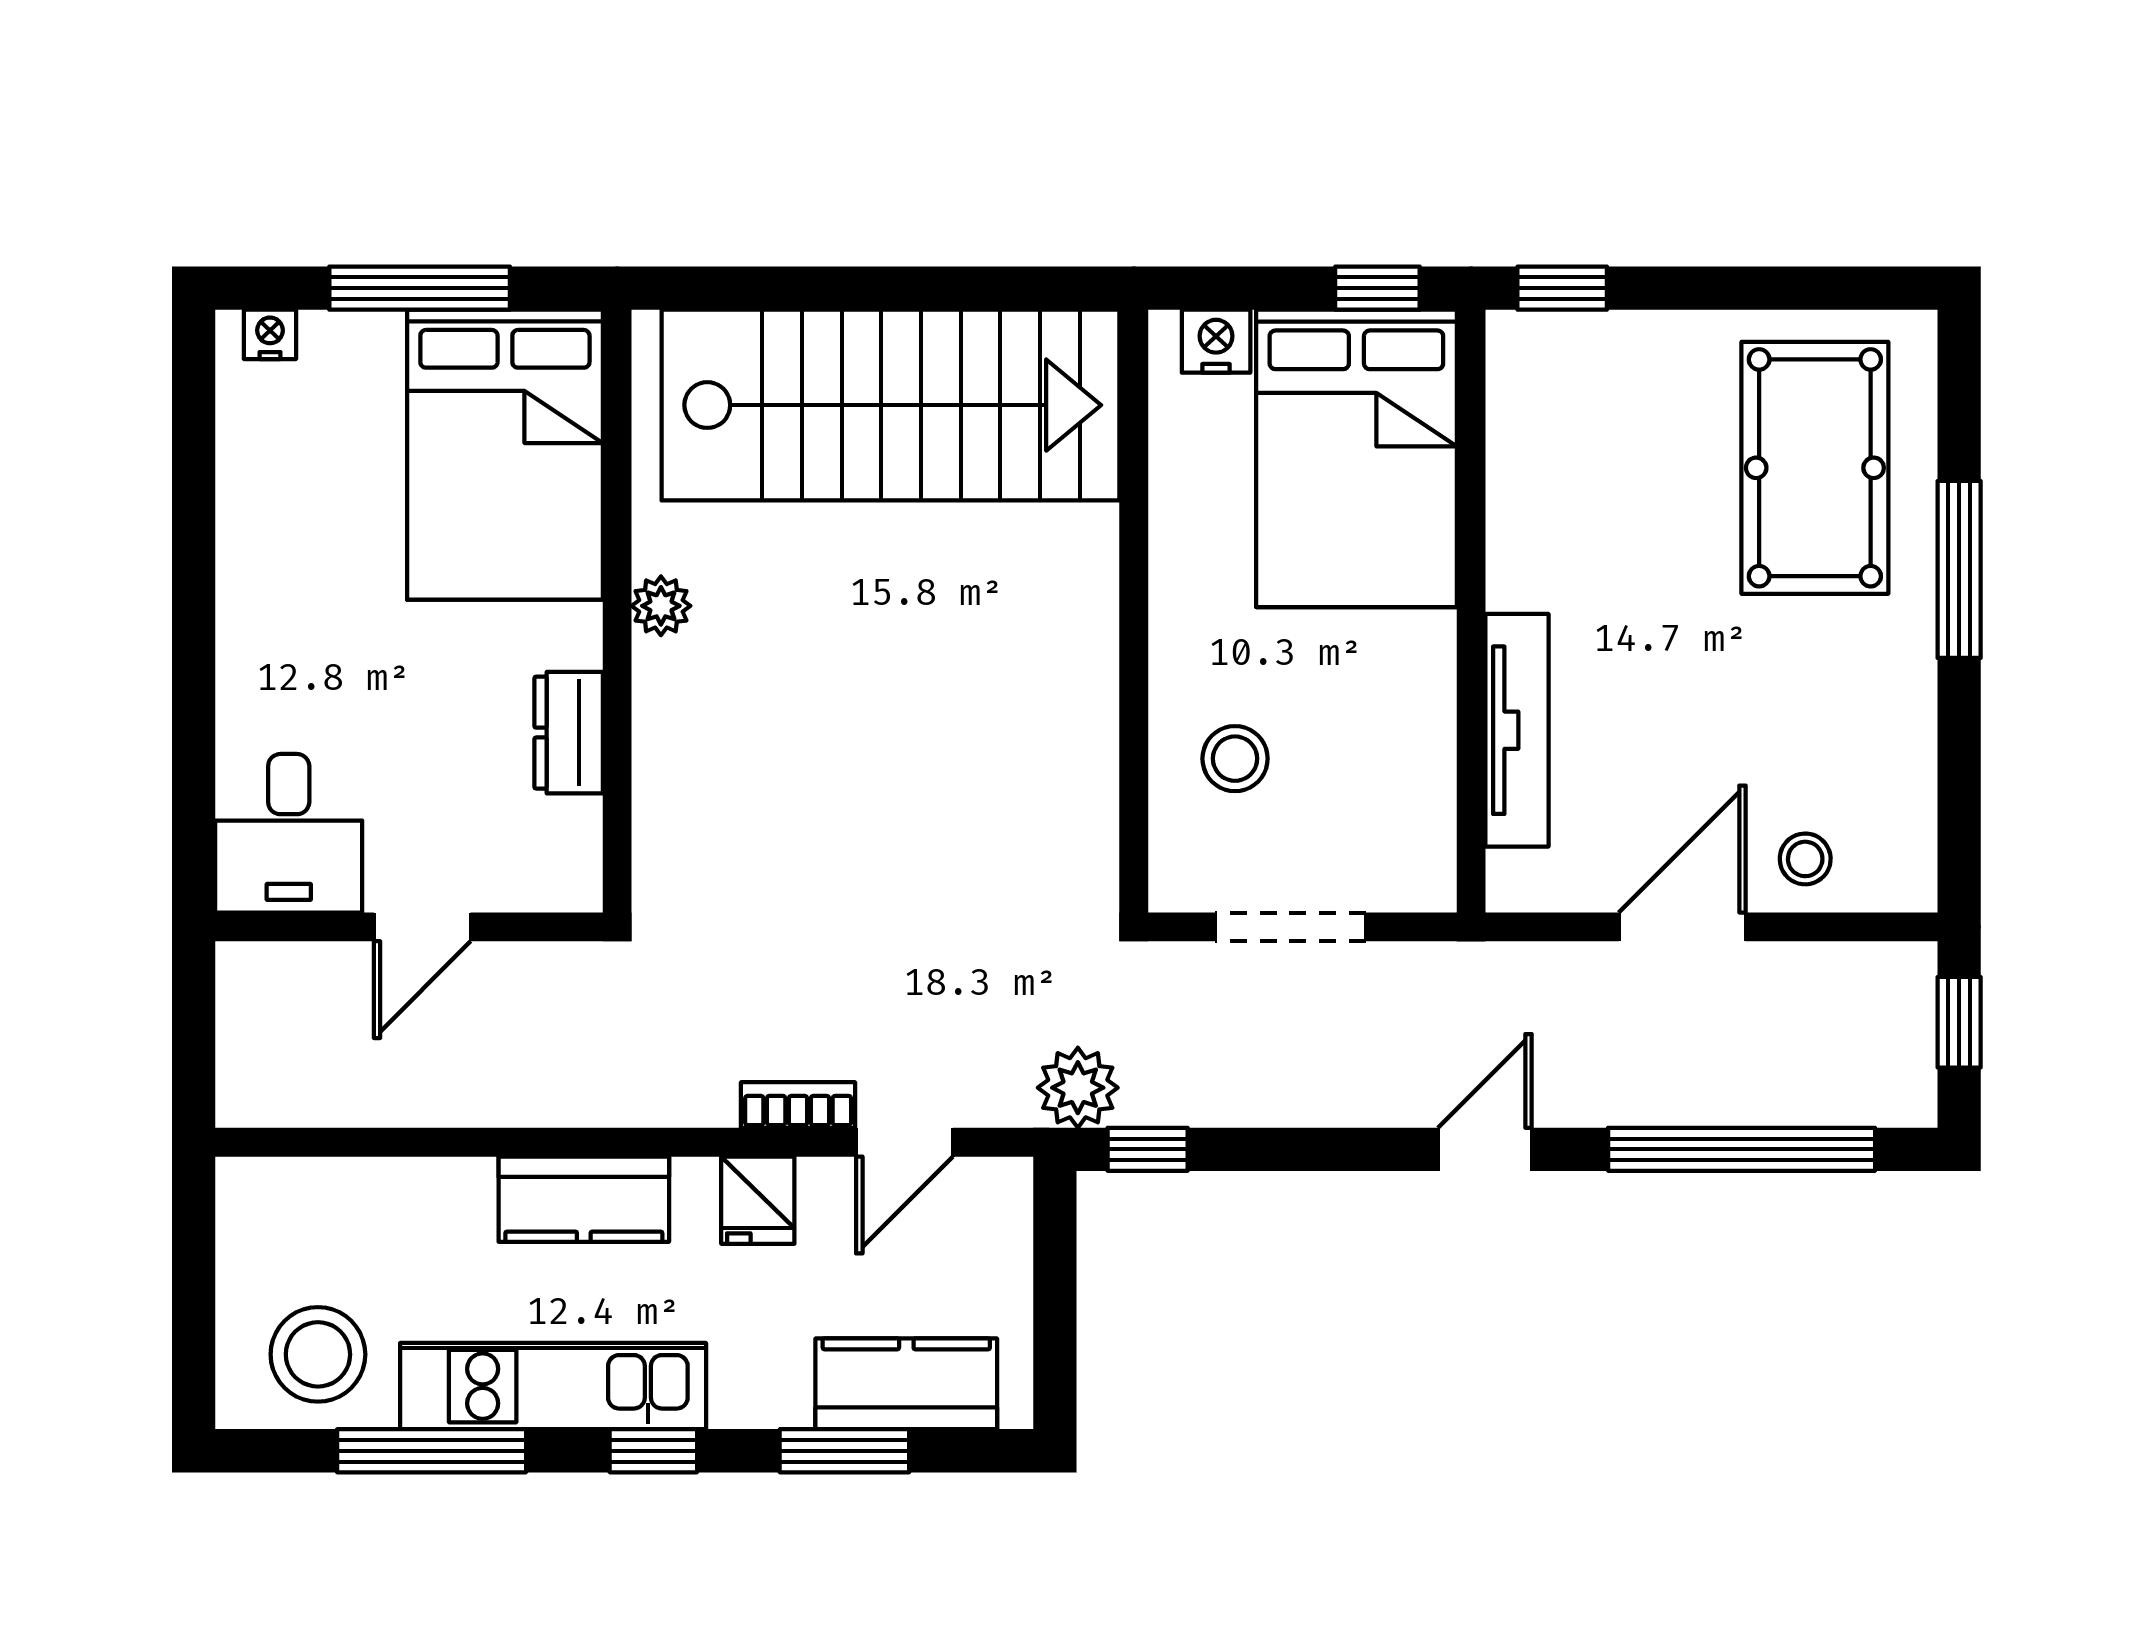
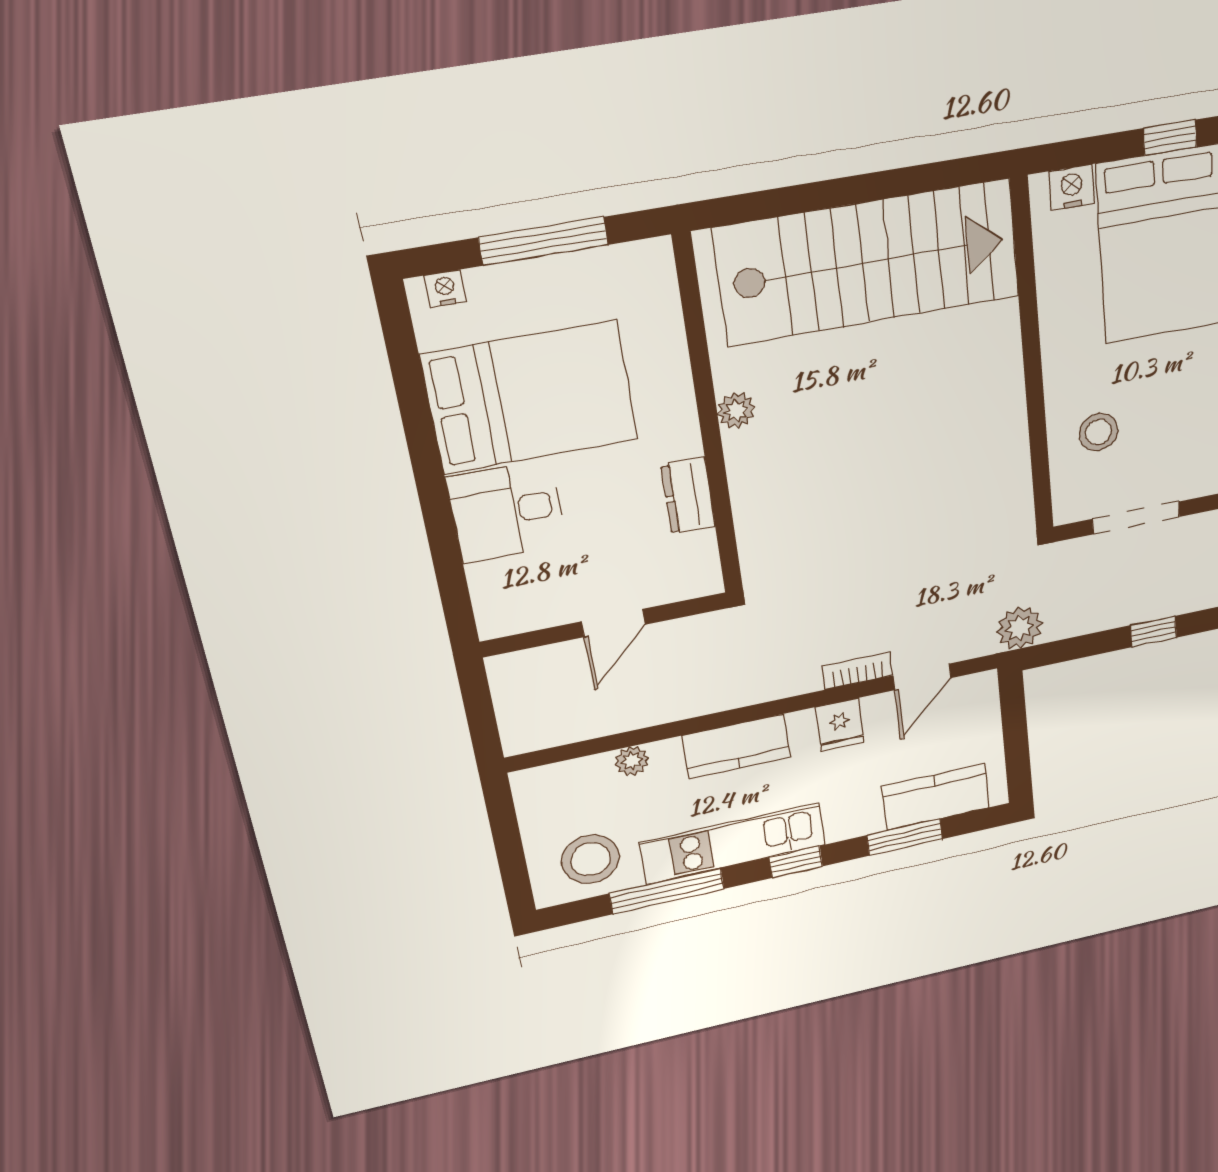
bed: (505, 455) -> (530, 397), moved, turned -90
desk: (289, 833) -> (507, 511), moved, turned 90
window: (1148, 1149) -> (1154, 631), moved
plant: (413, 1184) -> (632, 761), added

